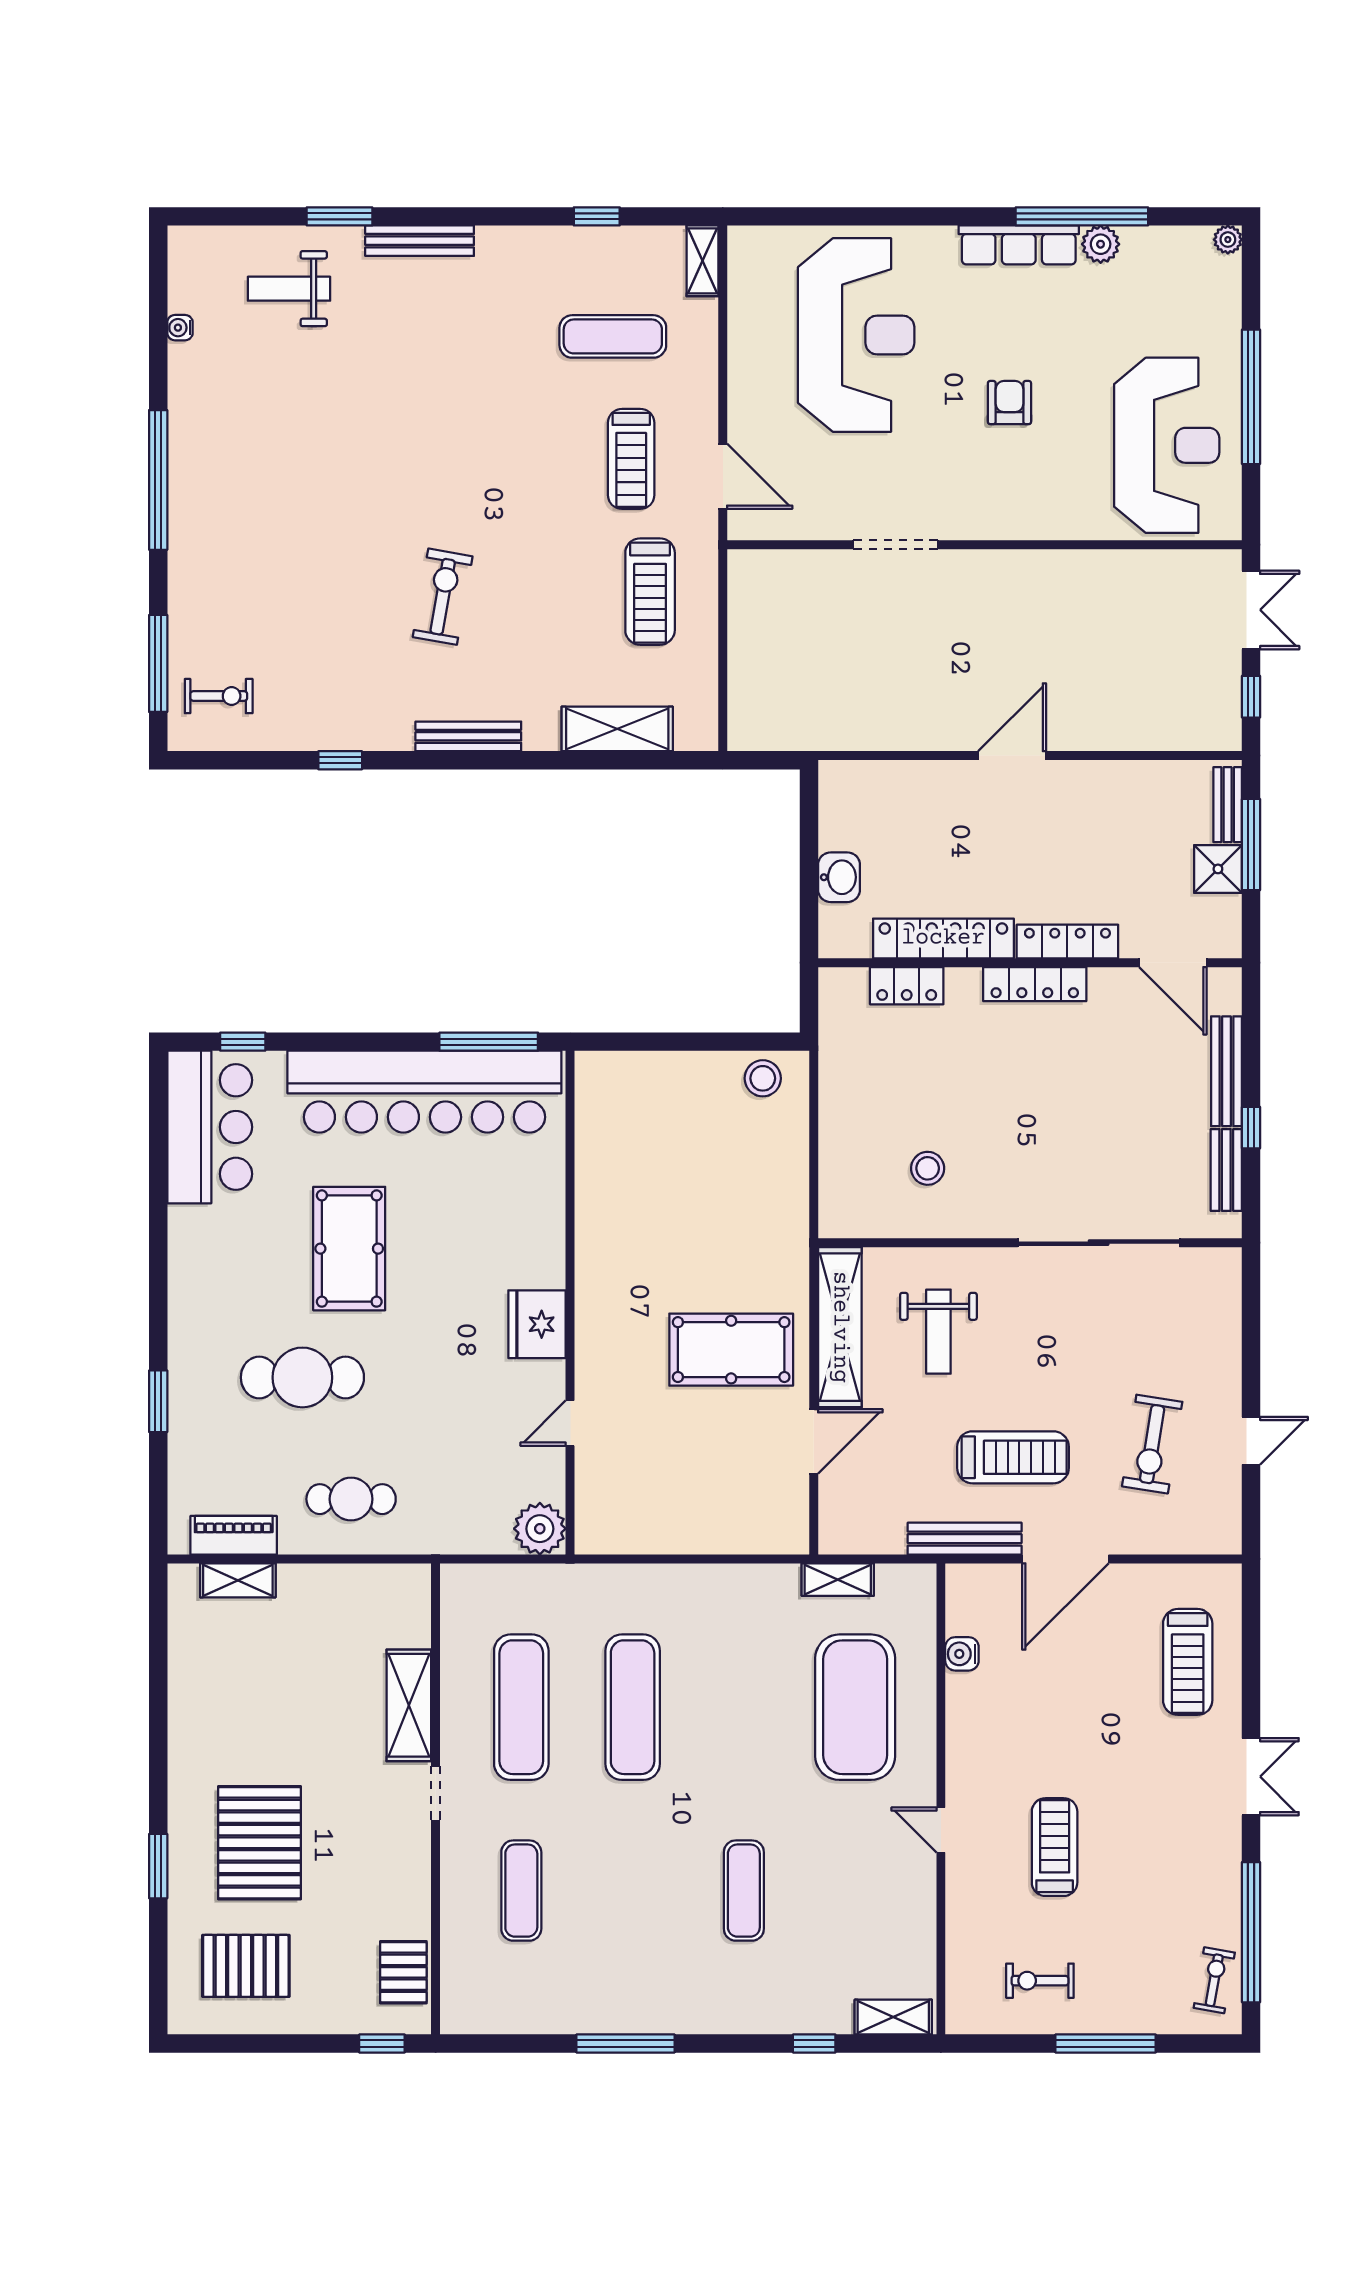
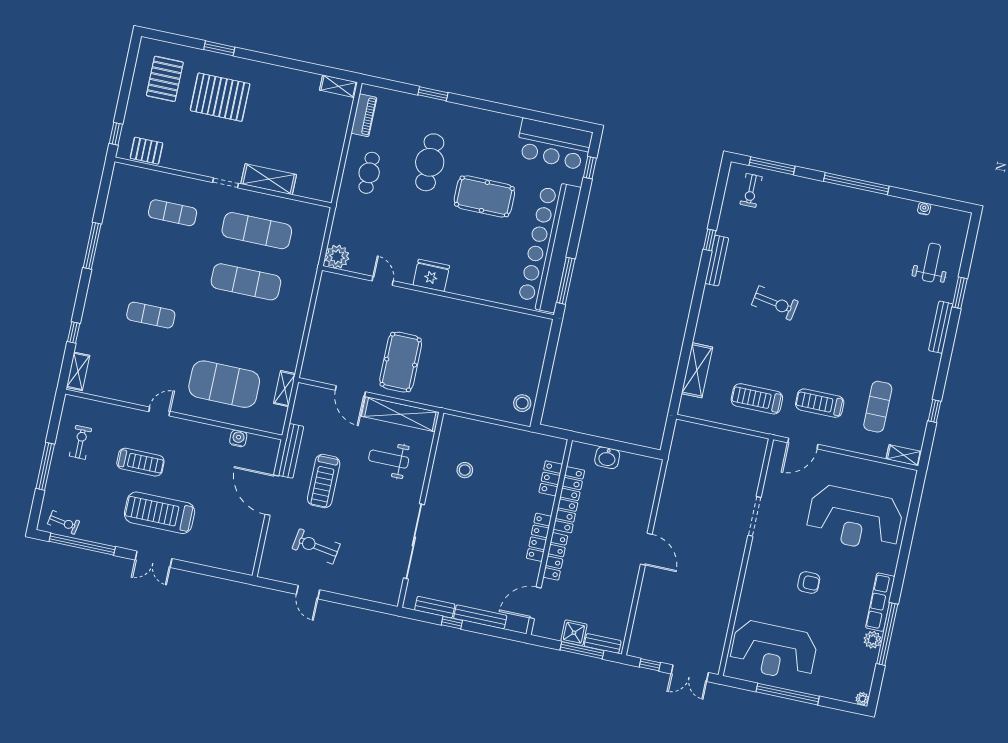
bench: (468, 736) -> (717, 261), moved
shelving: (238, 1580) -> (339, 86), moved, turned 90
treadmill: (1188, 1662) -> (160, 513), moved, width x1.37, depth x1.38

